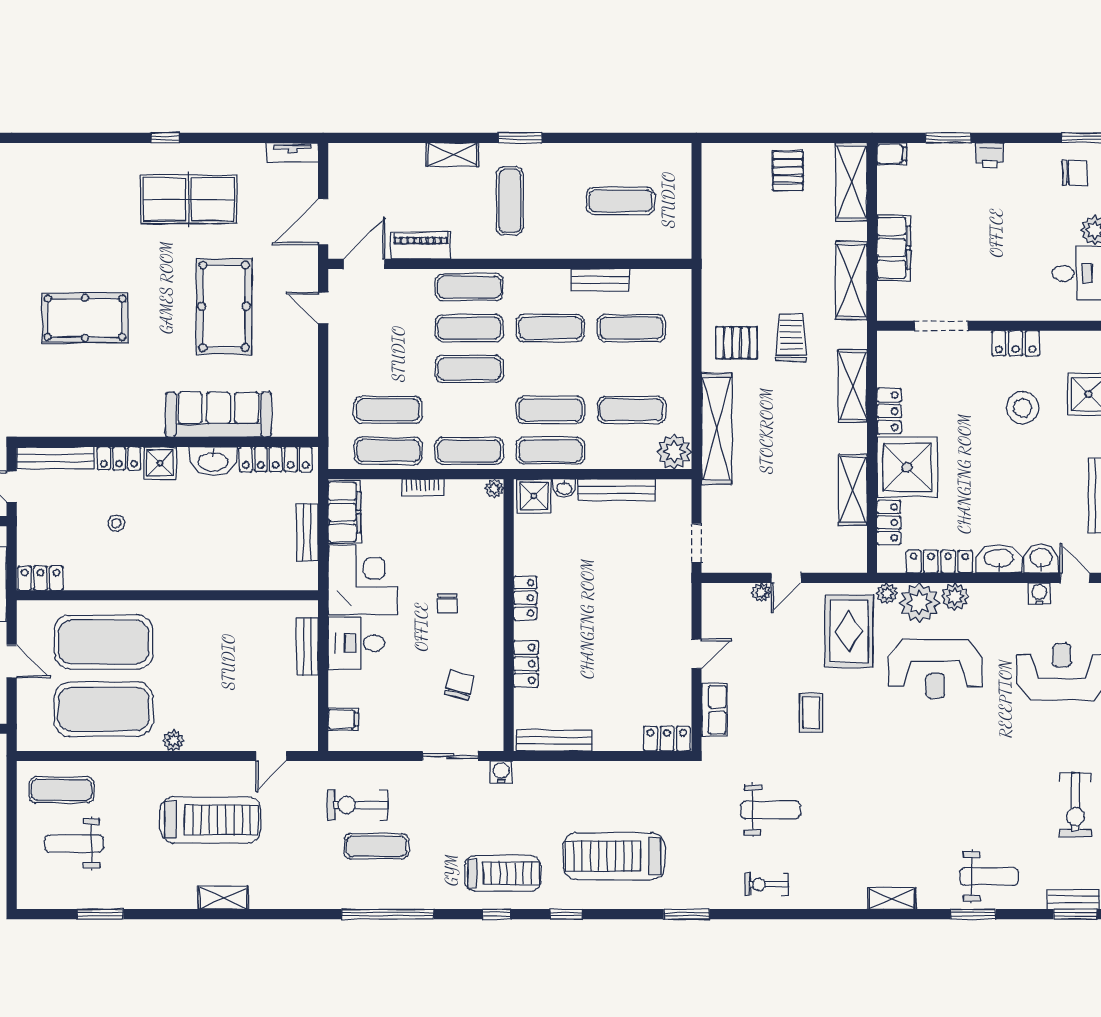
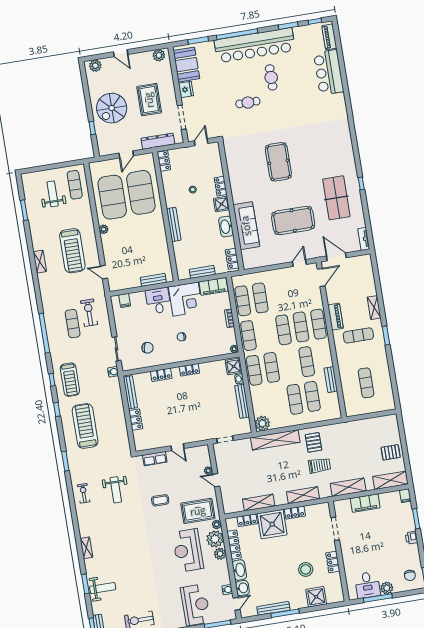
piano: (421, 246) -> (336, 317), moved
door: (364, 264) -> (321, 278), hinge flipped
exercise mat: (632, 410) -> (295, 399), moved
bench: (55, 458) -> (174, 224), moved
locker: (276, 459) -> (232, 259), width x0.66
locker: (667, 739) -> (136, 420), moved
weight bench: (989, 876) -> (103, 588), turned -90

